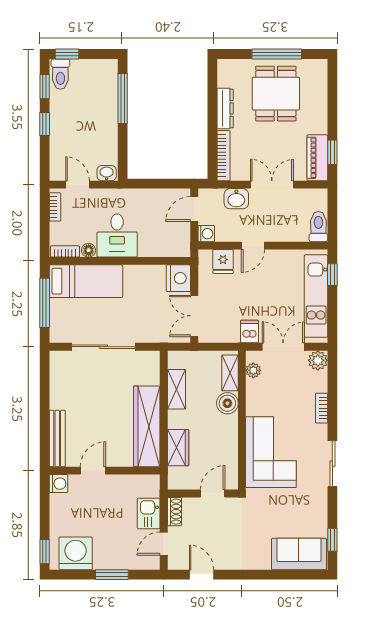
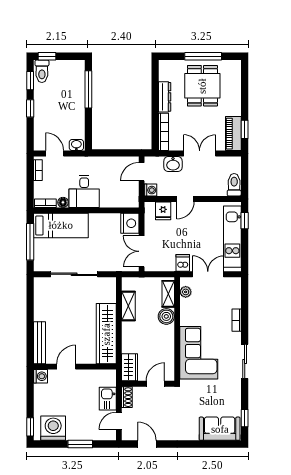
plant: (318, 360) -> (234, 285), removed
wardrobe: (178, 448) -> (130, 367), moved

